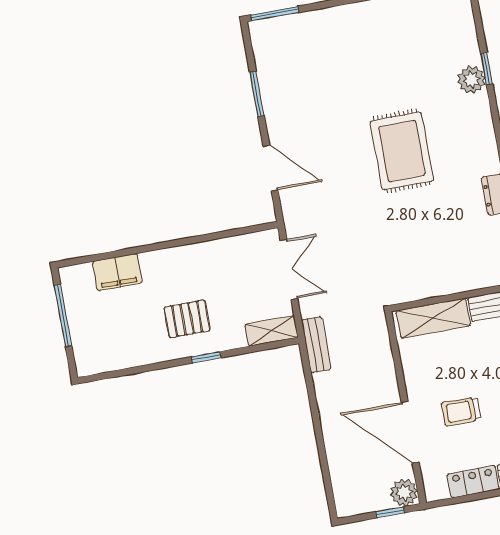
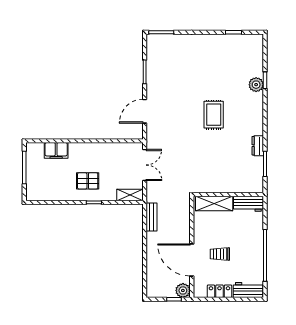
rug: (402, 151) -> (214, 115), width x0.73, depth x0.70
door: (270, 168) -> (145, 111), swing flipped
bench: (316, 345) -> (152, 217), moved

